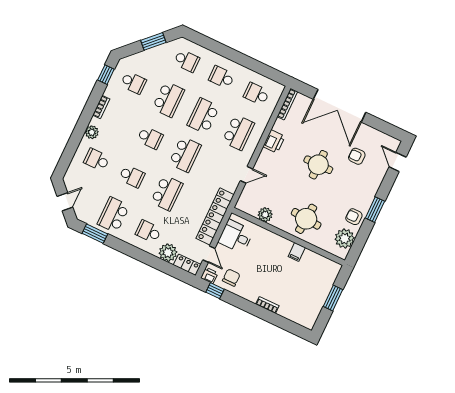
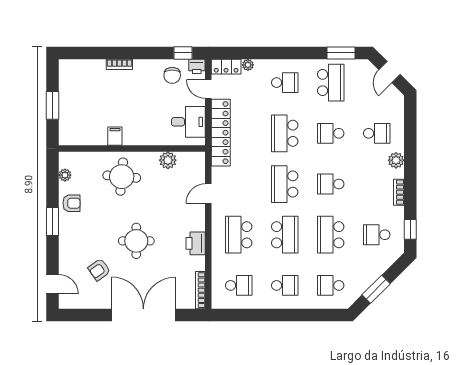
armchair: (357, 156) -> (99, 270), turned 145
plant: (345, 239) -> (65, 175), width x0.53, depth x0.53
plant: (168, 253) -> (248, 65), width x0.53, depth x0.53

